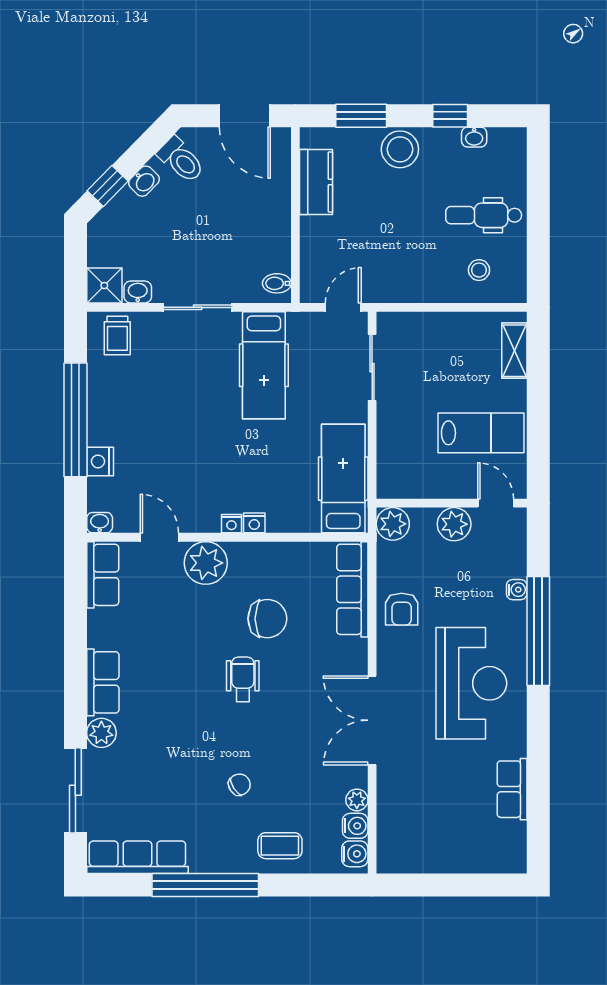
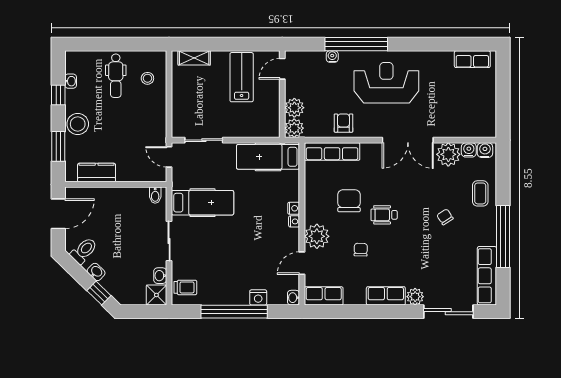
plant: (454, 524) -> (294, 108), moved
armchair: (402, 609) -> (343, 123), turned -90
chair: (183, 639) -> (361, 250), added
row of seats: (512, 789) -> (472, 59), moved
plant: (357, 800) -> (448, 154), width x1.88, depth x1.88

